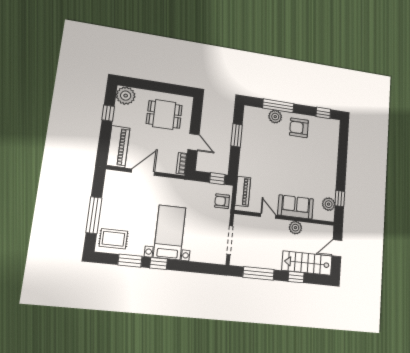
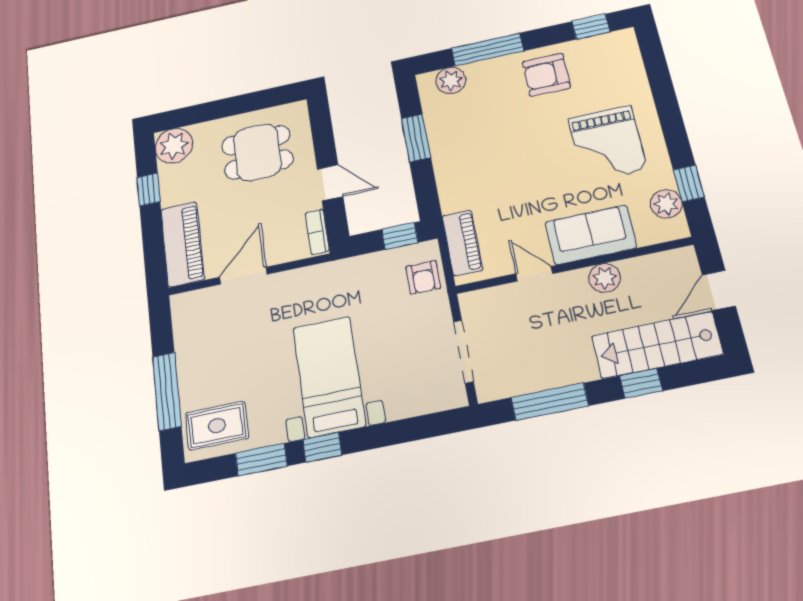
plant: (275, 117) -> (451, 80), moved
grand piano: (314, 169) -> (607, 144), added
armchair: (222, 201) -> (423, 277), turned -90

